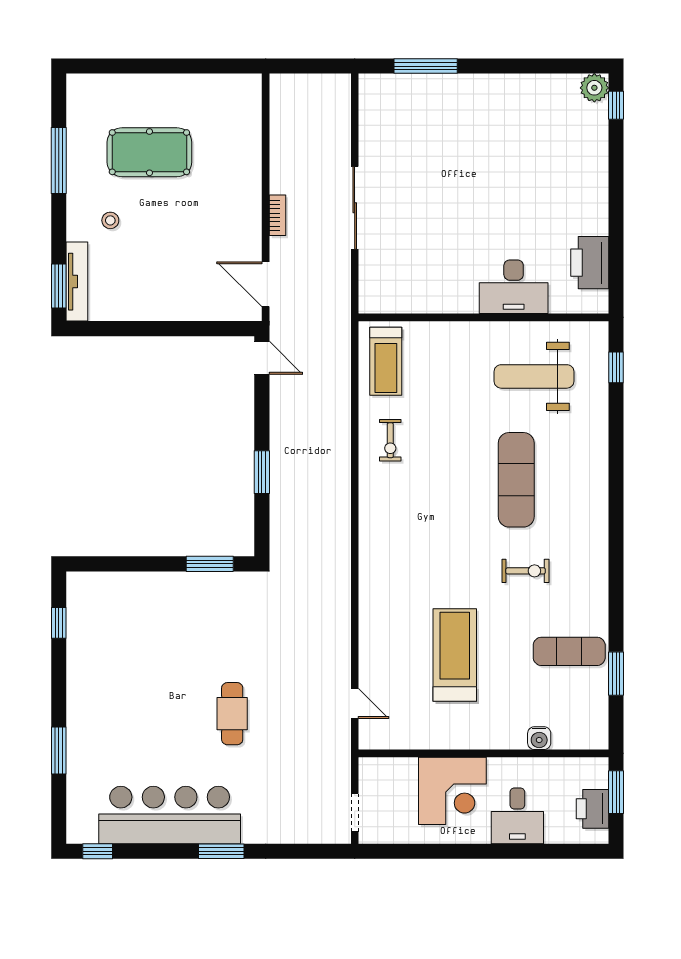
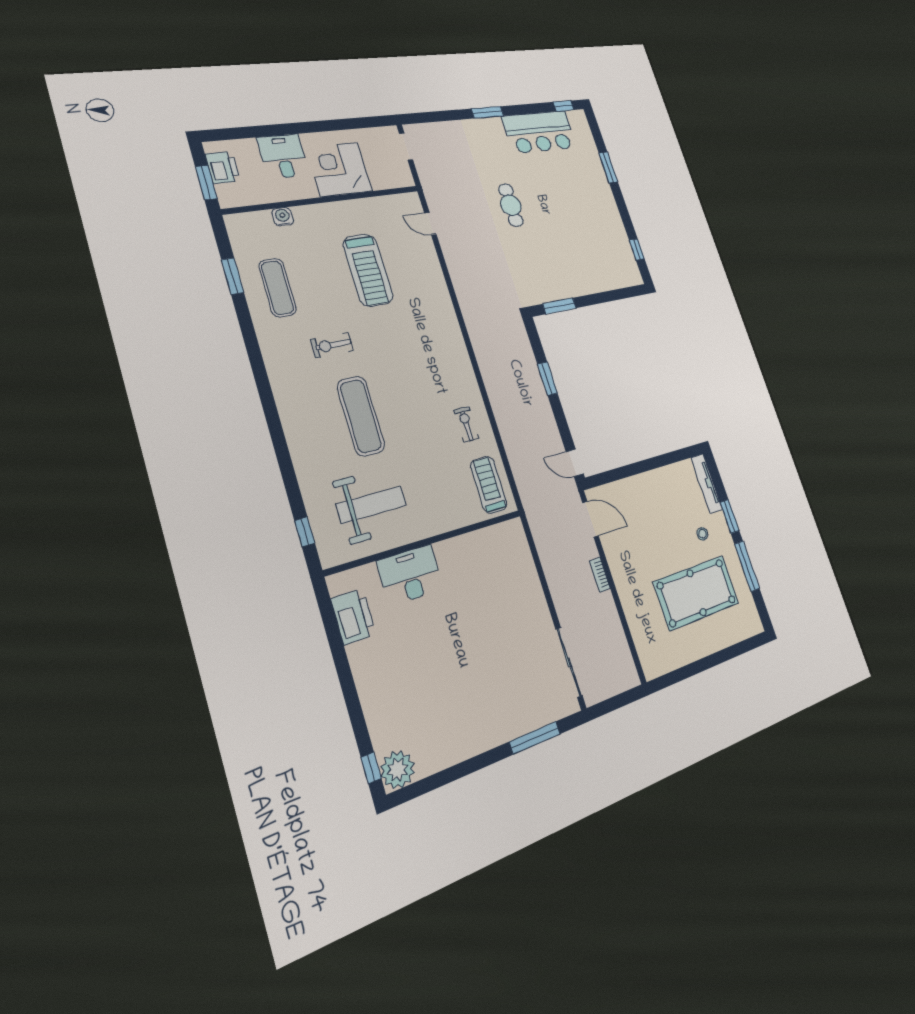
plant: (594, 88) -> (398, 770), width x1.36, depth x1.36
pool table: (149, 152) -> (696, 593), width x1.36, depth x1.32
sliding door: (355, 208) -> (569, 662), moved
window: (59, 286) -> (730, 516), moved
exercise mat: (569, 651) -> (278, 288), turned 90
bar counter: (170, 815) -> (540, 132), width x0.73

